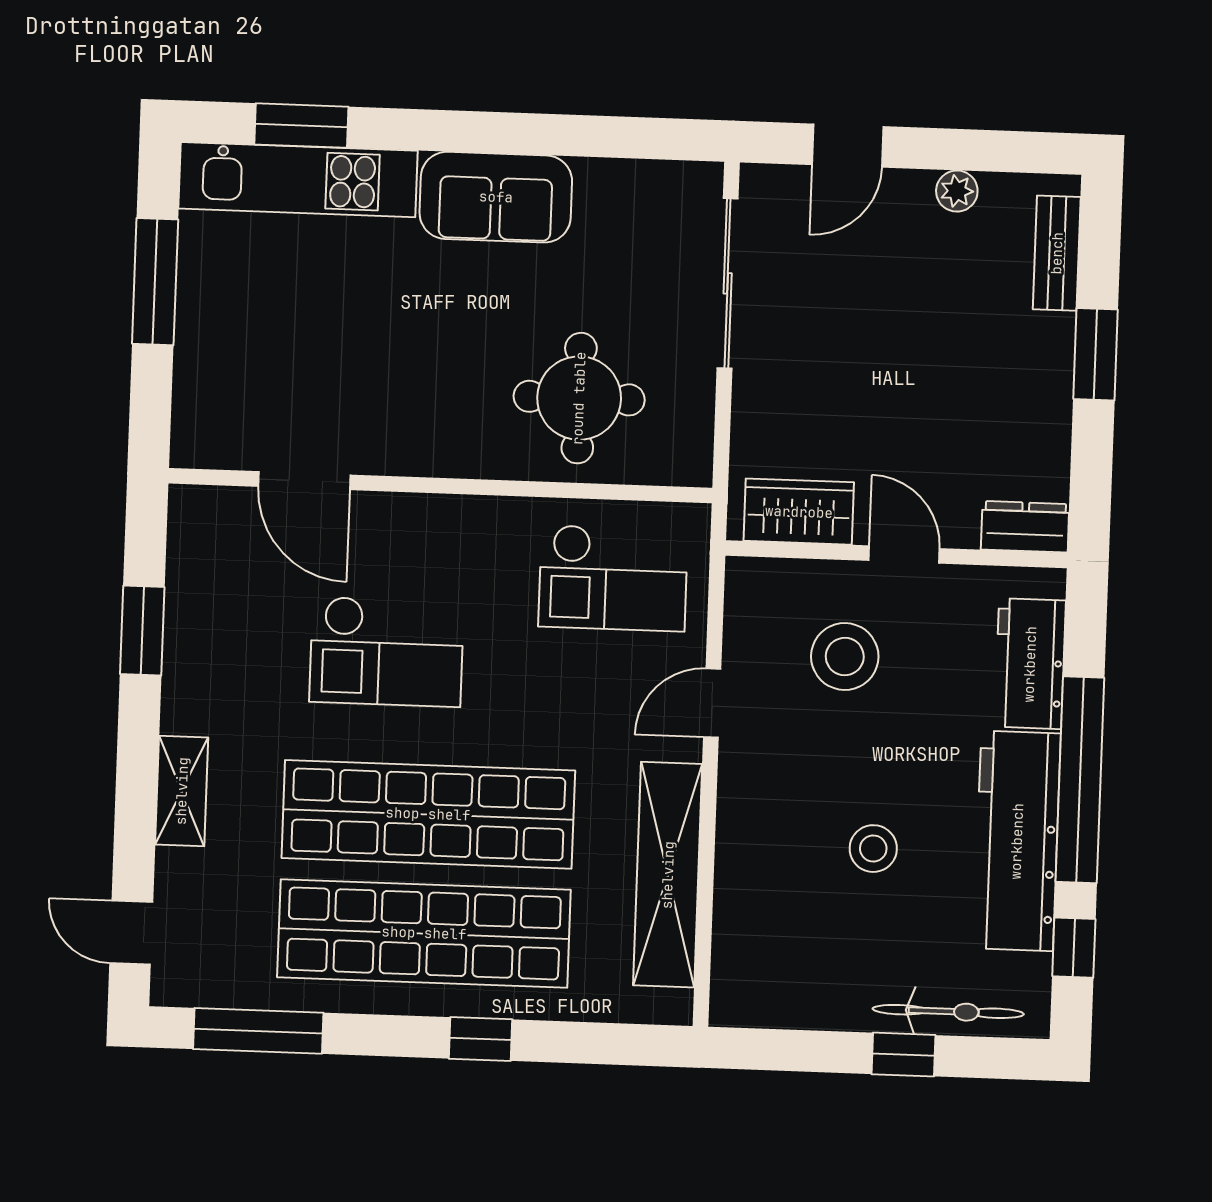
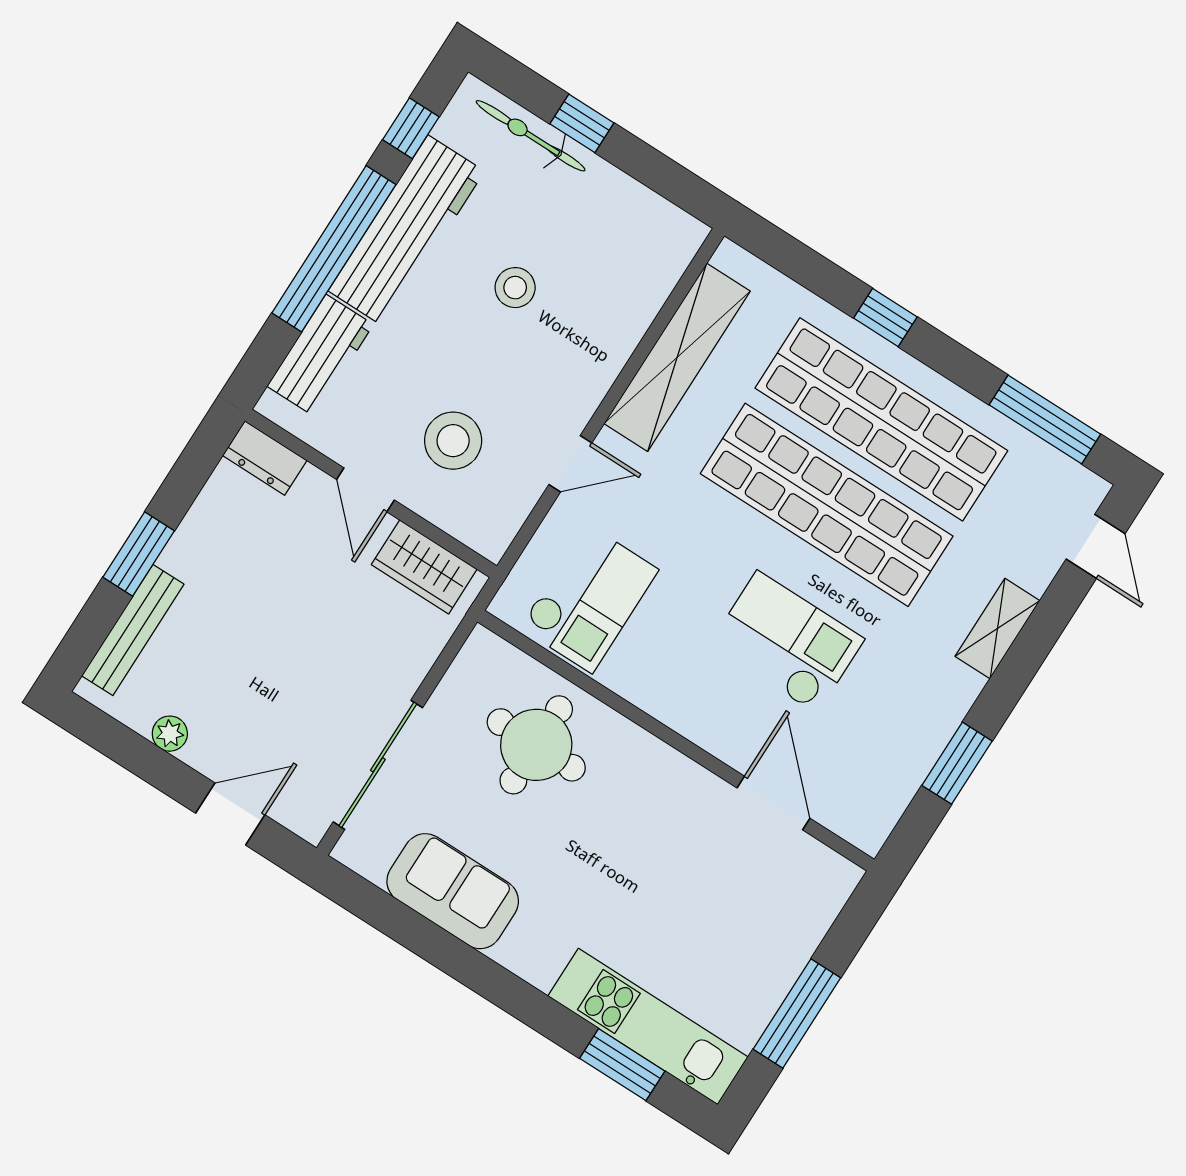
sofa: (496, 197) -> (453, 891), moved
bench: (1057, 253) -> (133, 630), width x1.36
checkout: (613, 578) -> (589, 598), turned 90

